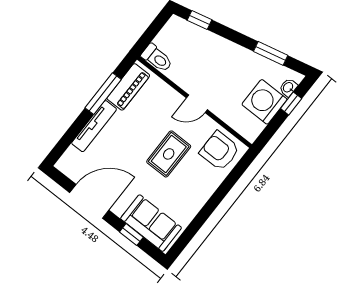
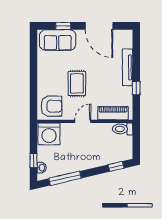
window: (271, 53) -> (65, 178), width x1.44
piano: (128, 87) -> (113, 113), moved, turned 90
window: (103, 94) -> (136, 88), width x0.46
washing machine: (264, 102) -> (49, 134), moved, turned 90
door: (89, 201) -> (99, 26), hinge flipped

